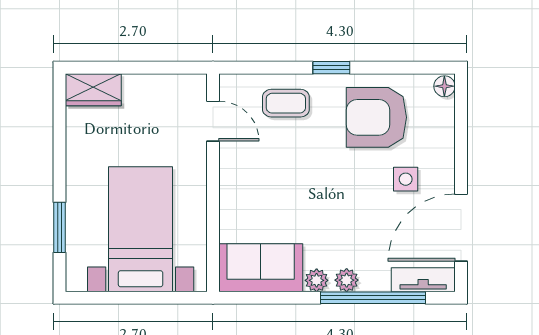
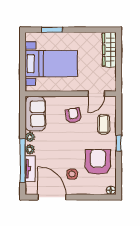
wardrobe: (93, 90) -> (109, 50), width x1.50
armchair: (265, 176) -> (73, 115), added
tv unit: (423, 280) -> (30, 169), moved

